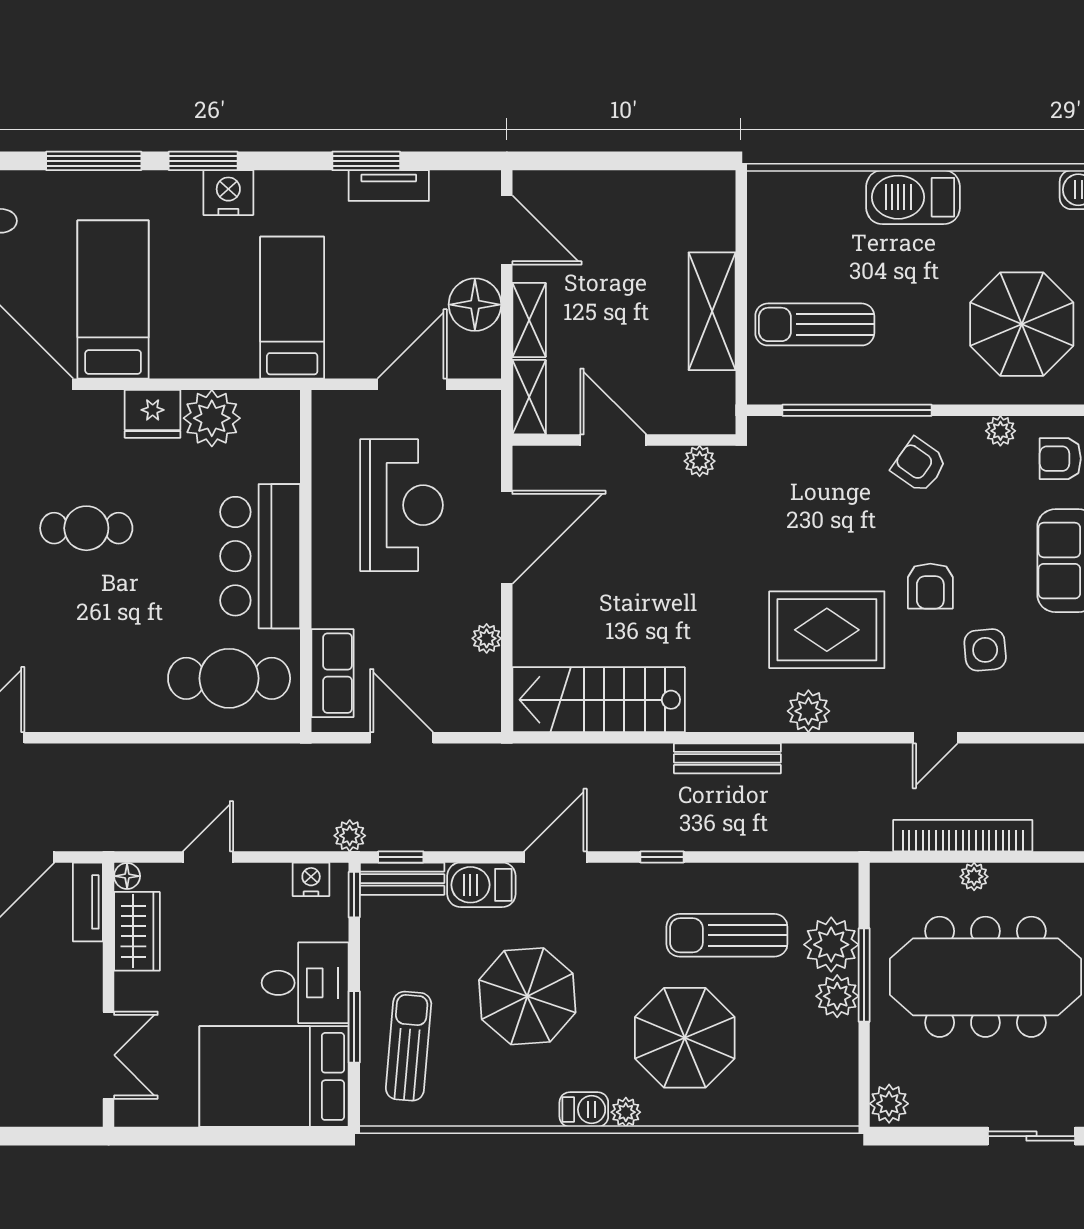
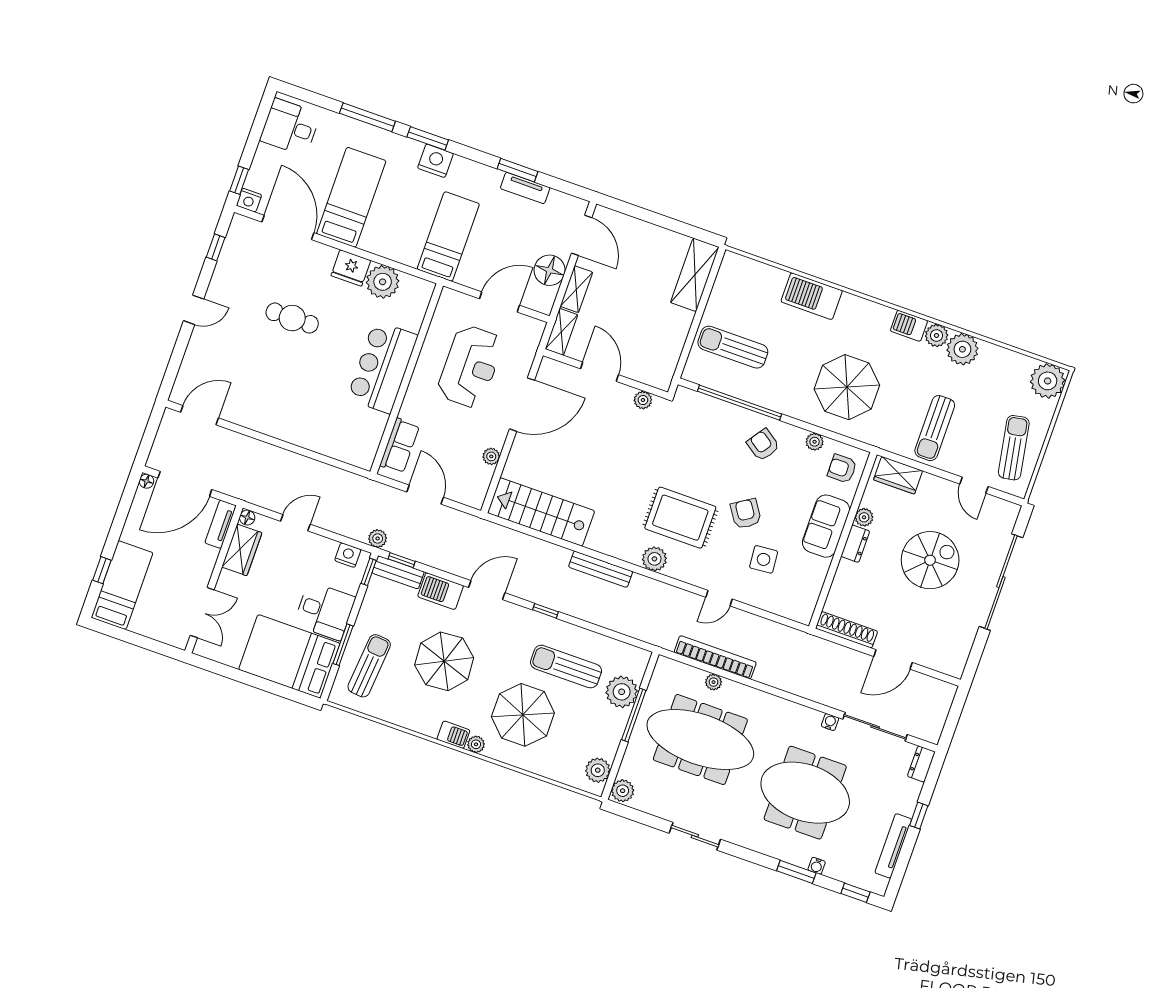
shelving: (712, 311) -> (695, 275), moved
armchair: (930, 586) -> (746, 514), turned 147
cafe table: (229, 678) -> (342, 428), removed
plant: (837, 996) -> (598, 770), moved

